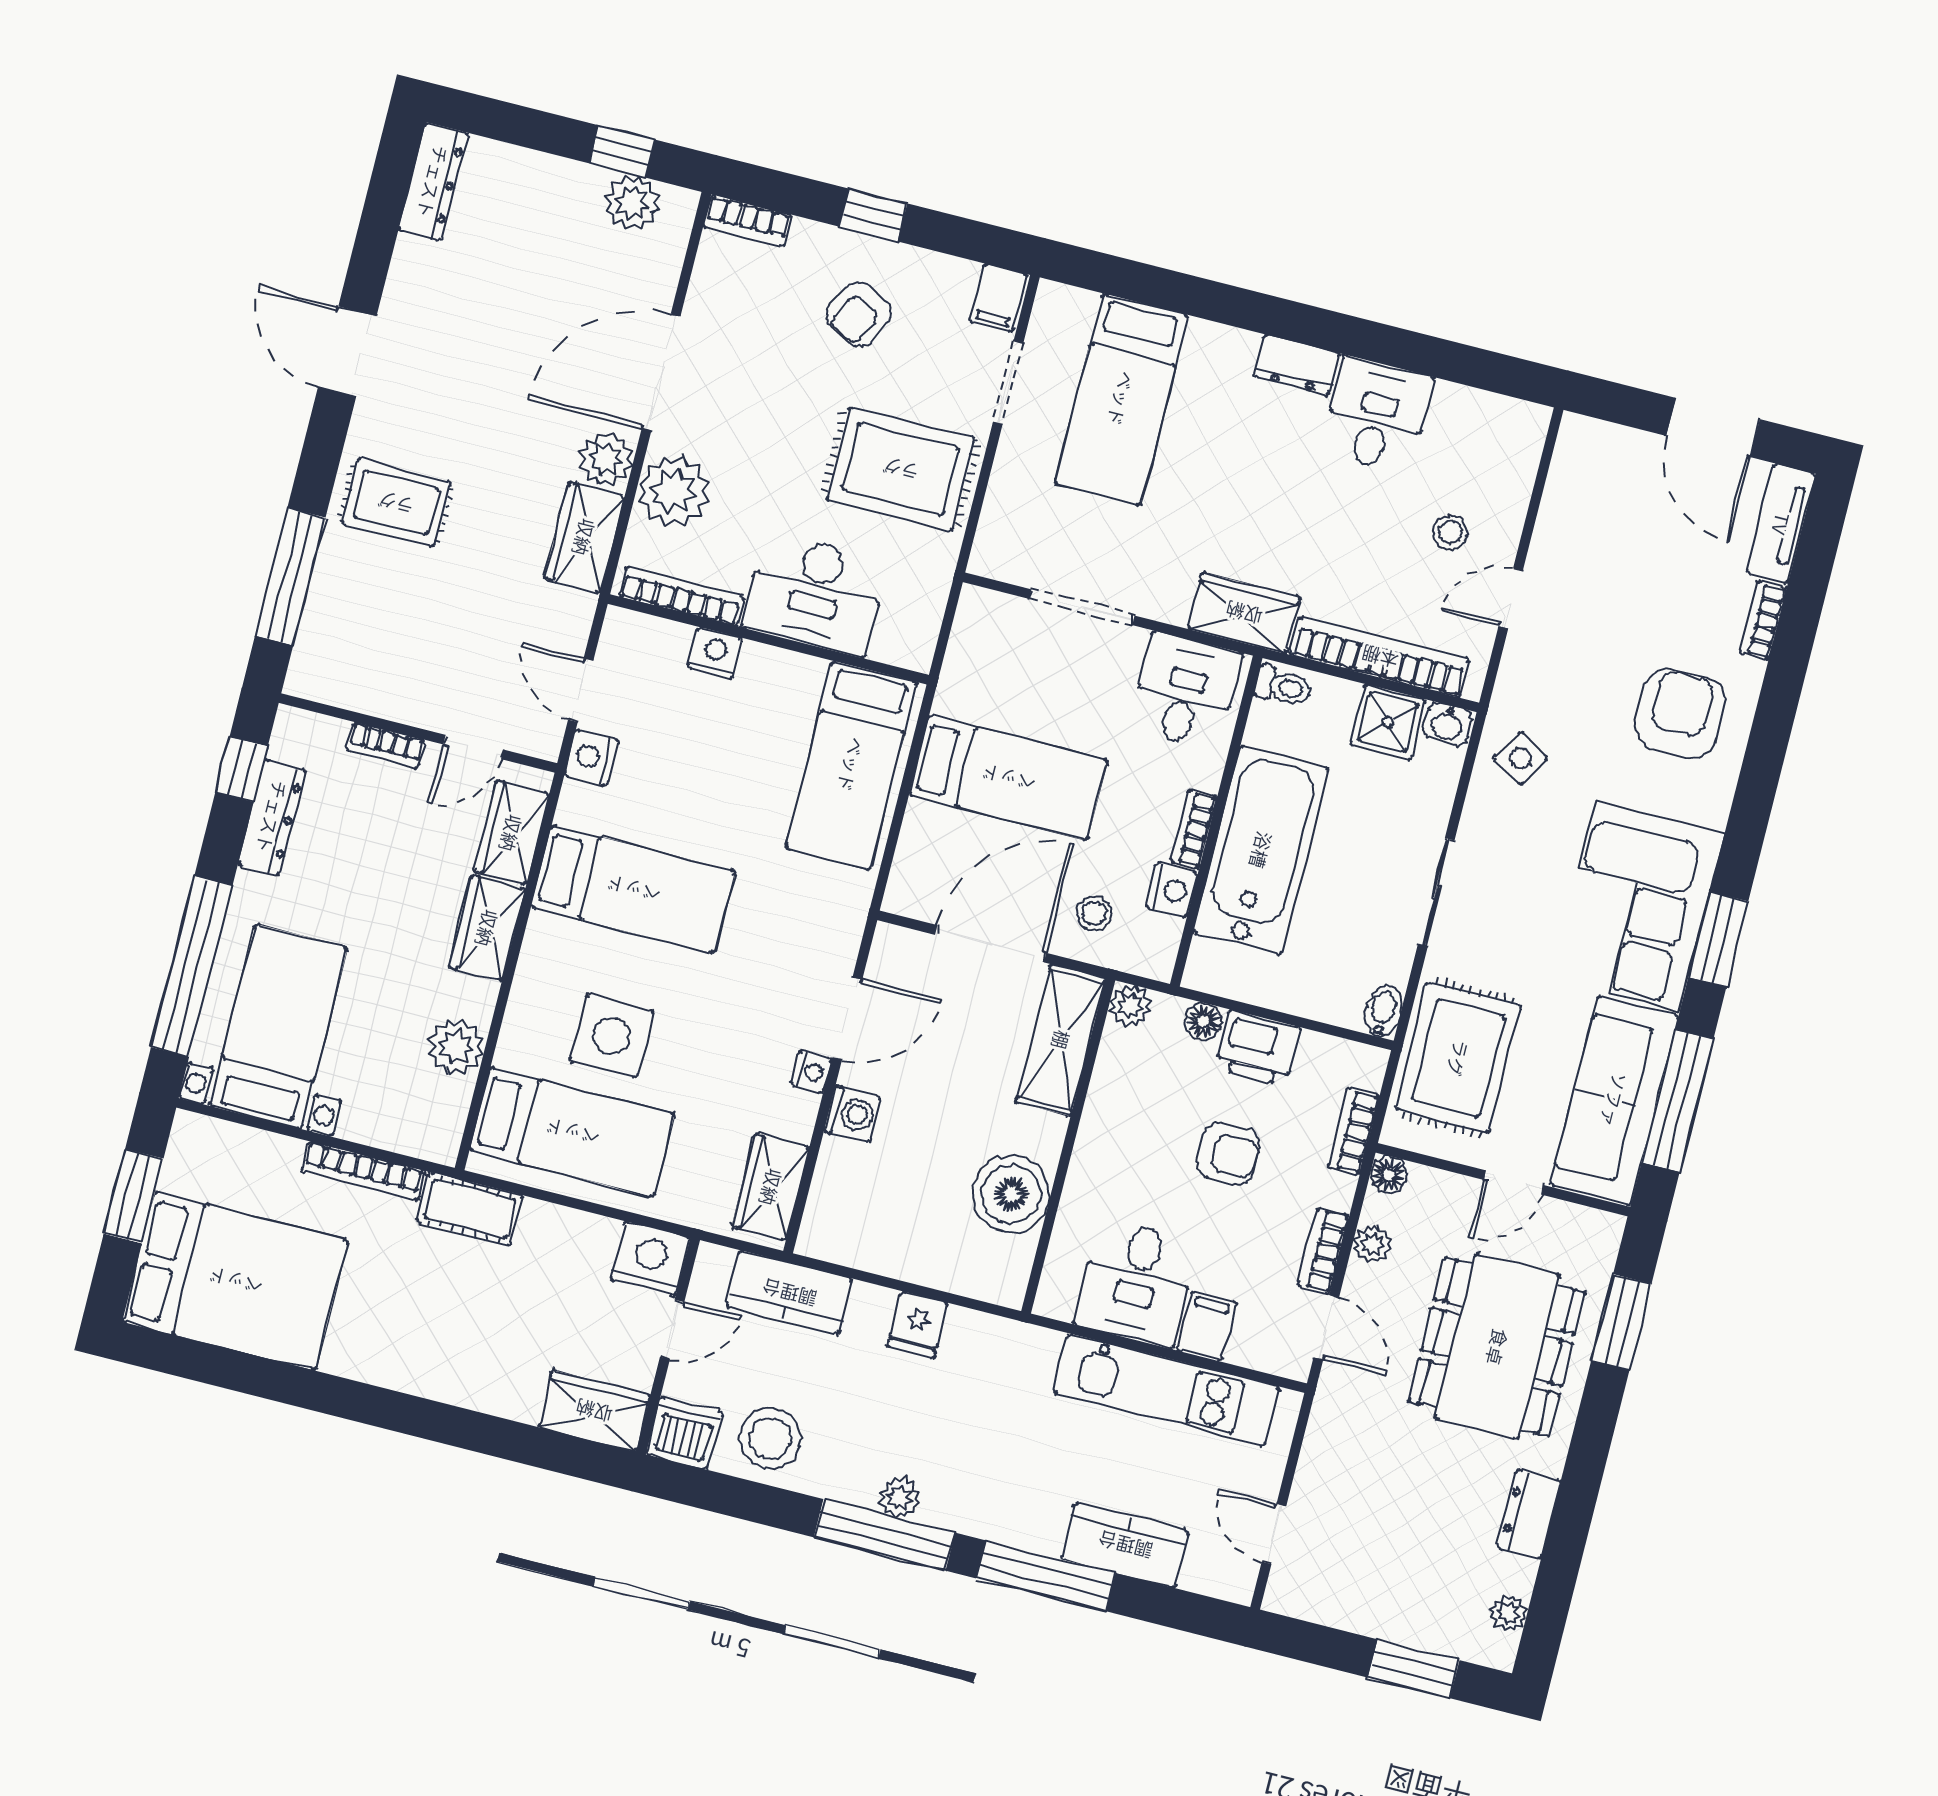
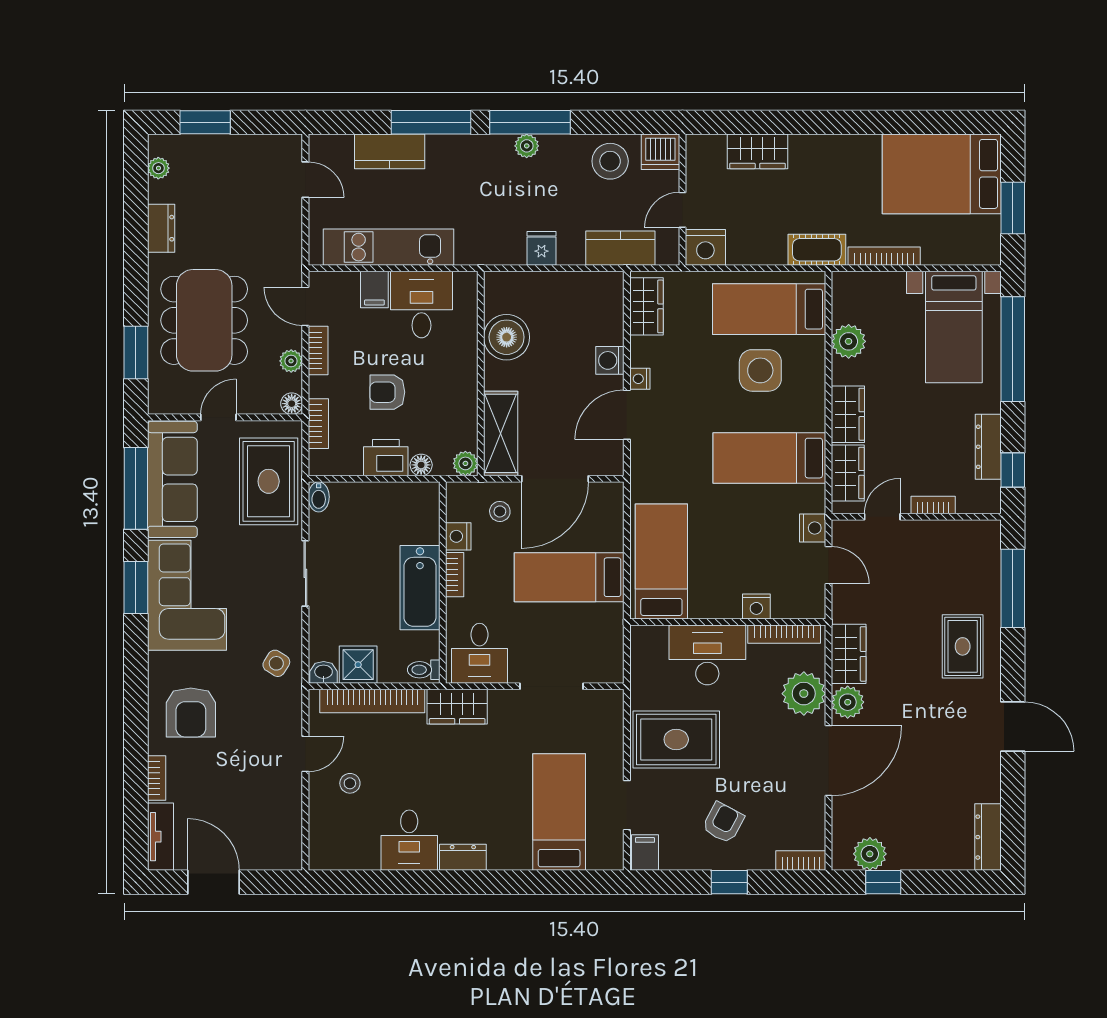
rug: (396, 503) -> (963, 646), turned 90
bathtub: (1261, 850) -> (420, 588), width x0.73, depth x0.73
wardrobe: (594, 1411) -> (757, 151), moved

